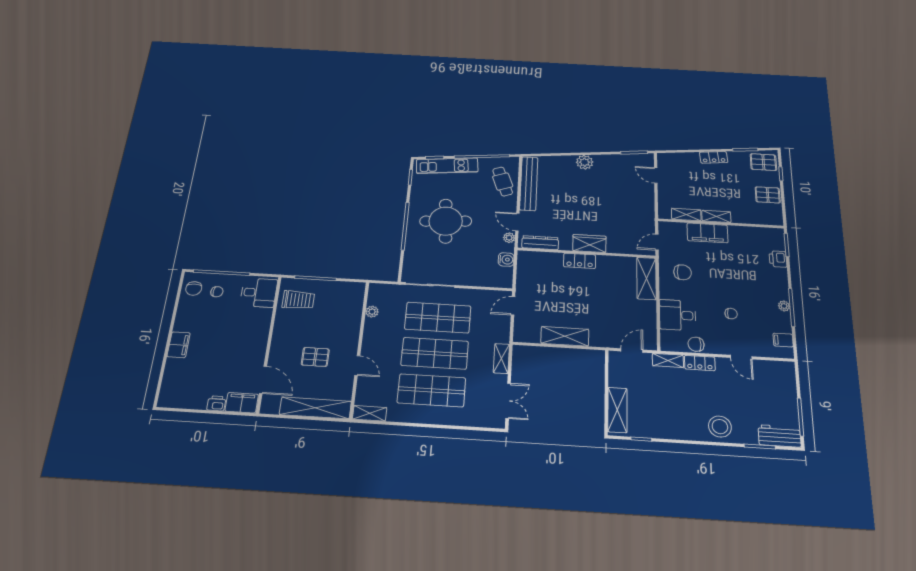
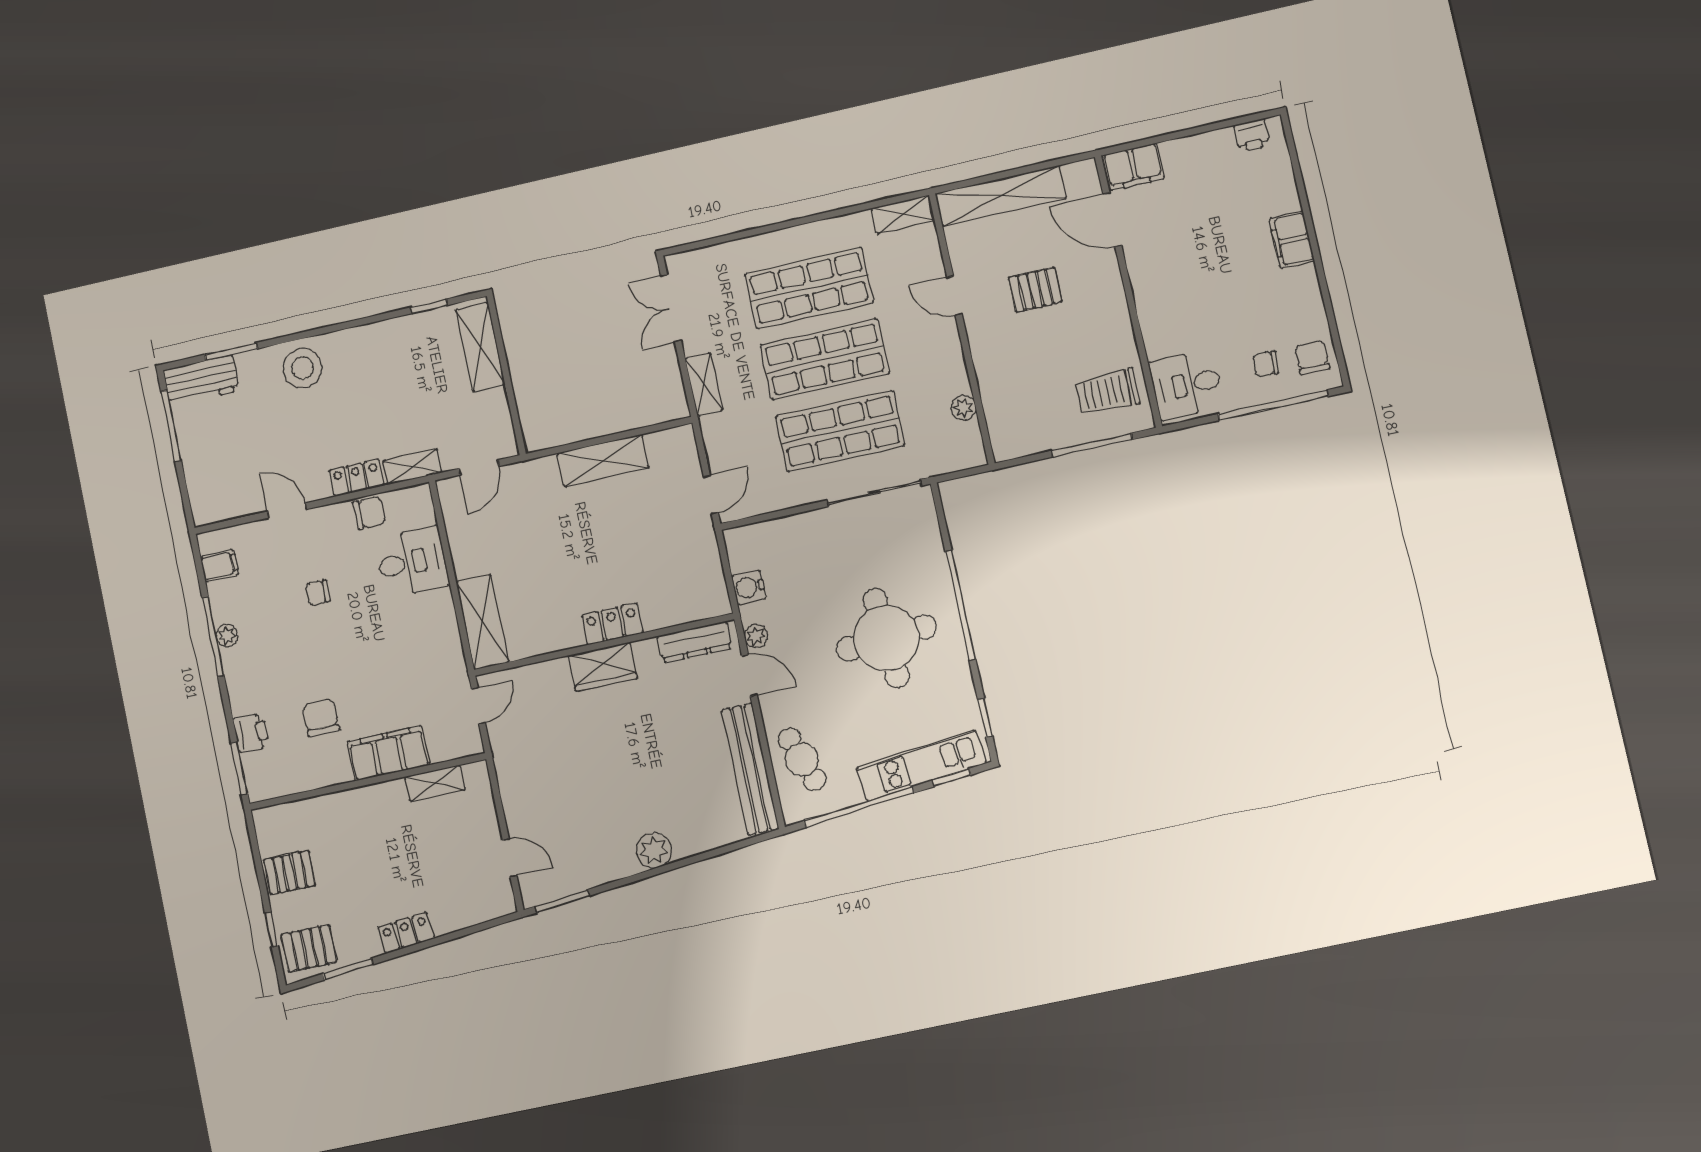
shelving: (716, 216) -> (378, 795), removed
chair: (683, 272) -> (321, 718), moved, turned 90
printer: (216, 403) -> (1252, 135), moved

